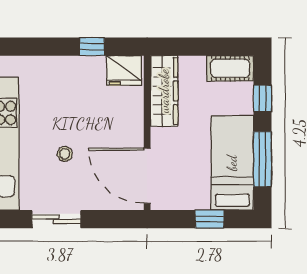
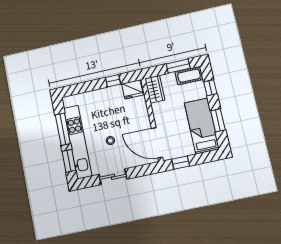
window: (215, 47) -> (178, 66), added
wardrobe: (164, 91) -> (155, 89), width x0.67
window: (262, 159) -> (218, 120), width x0.69
window: (210, 219) -> (181, 163), moved

